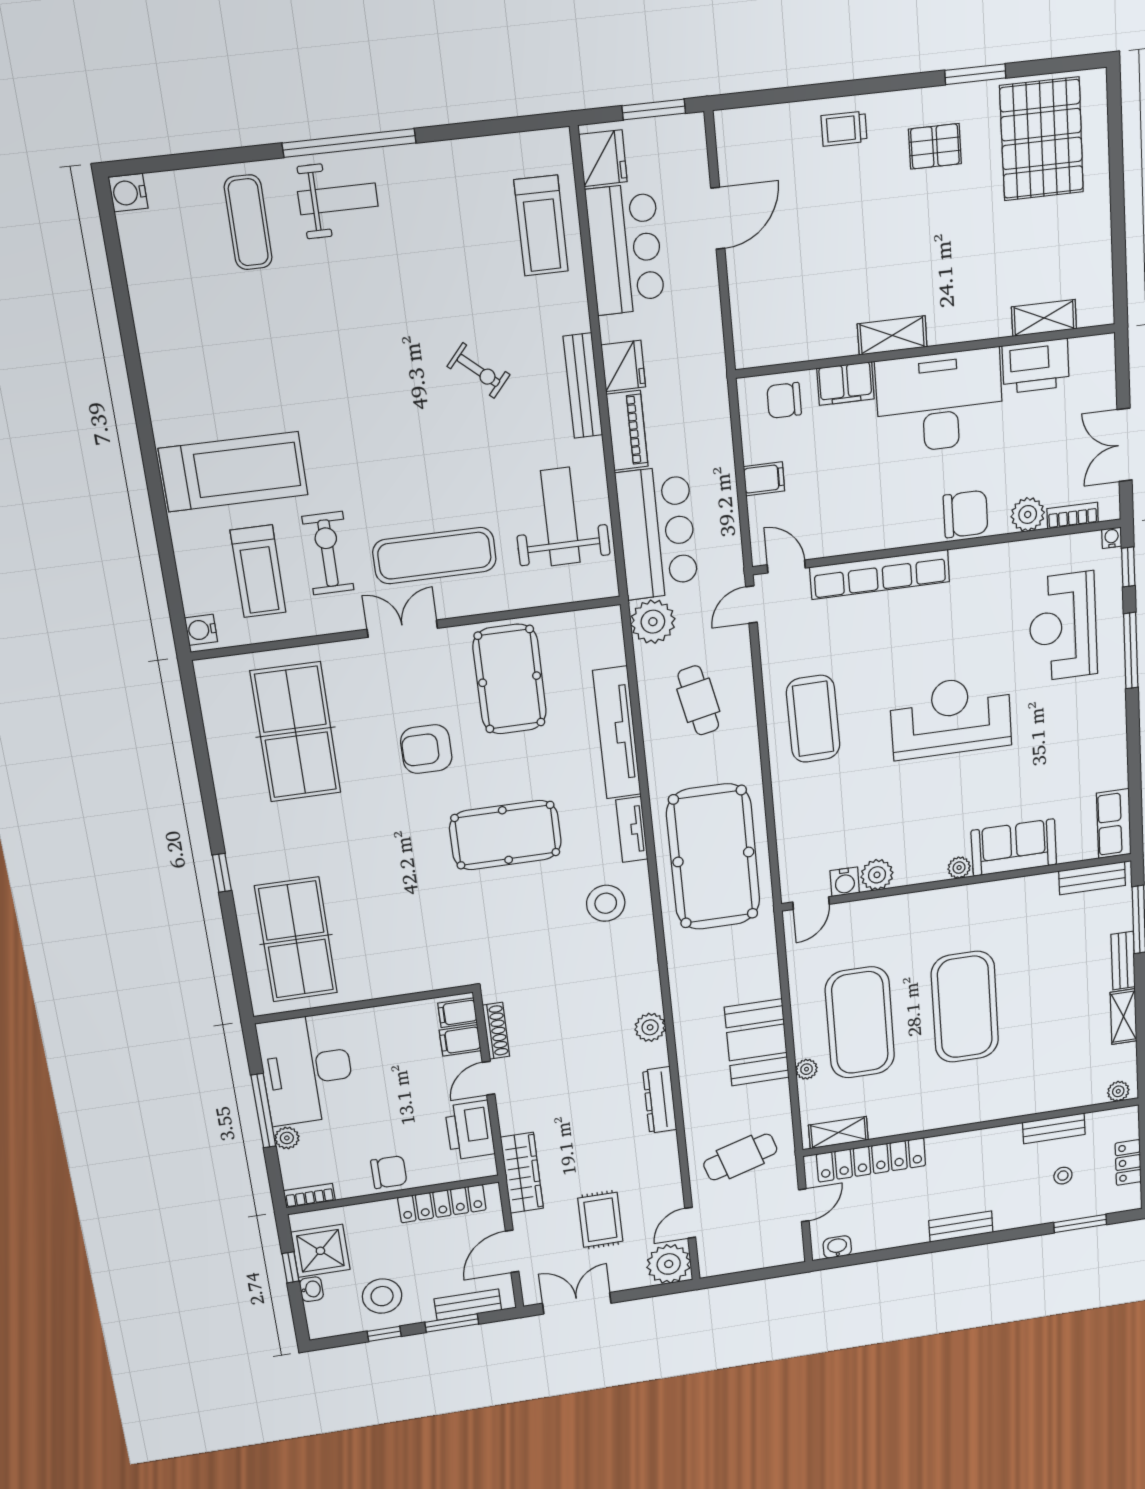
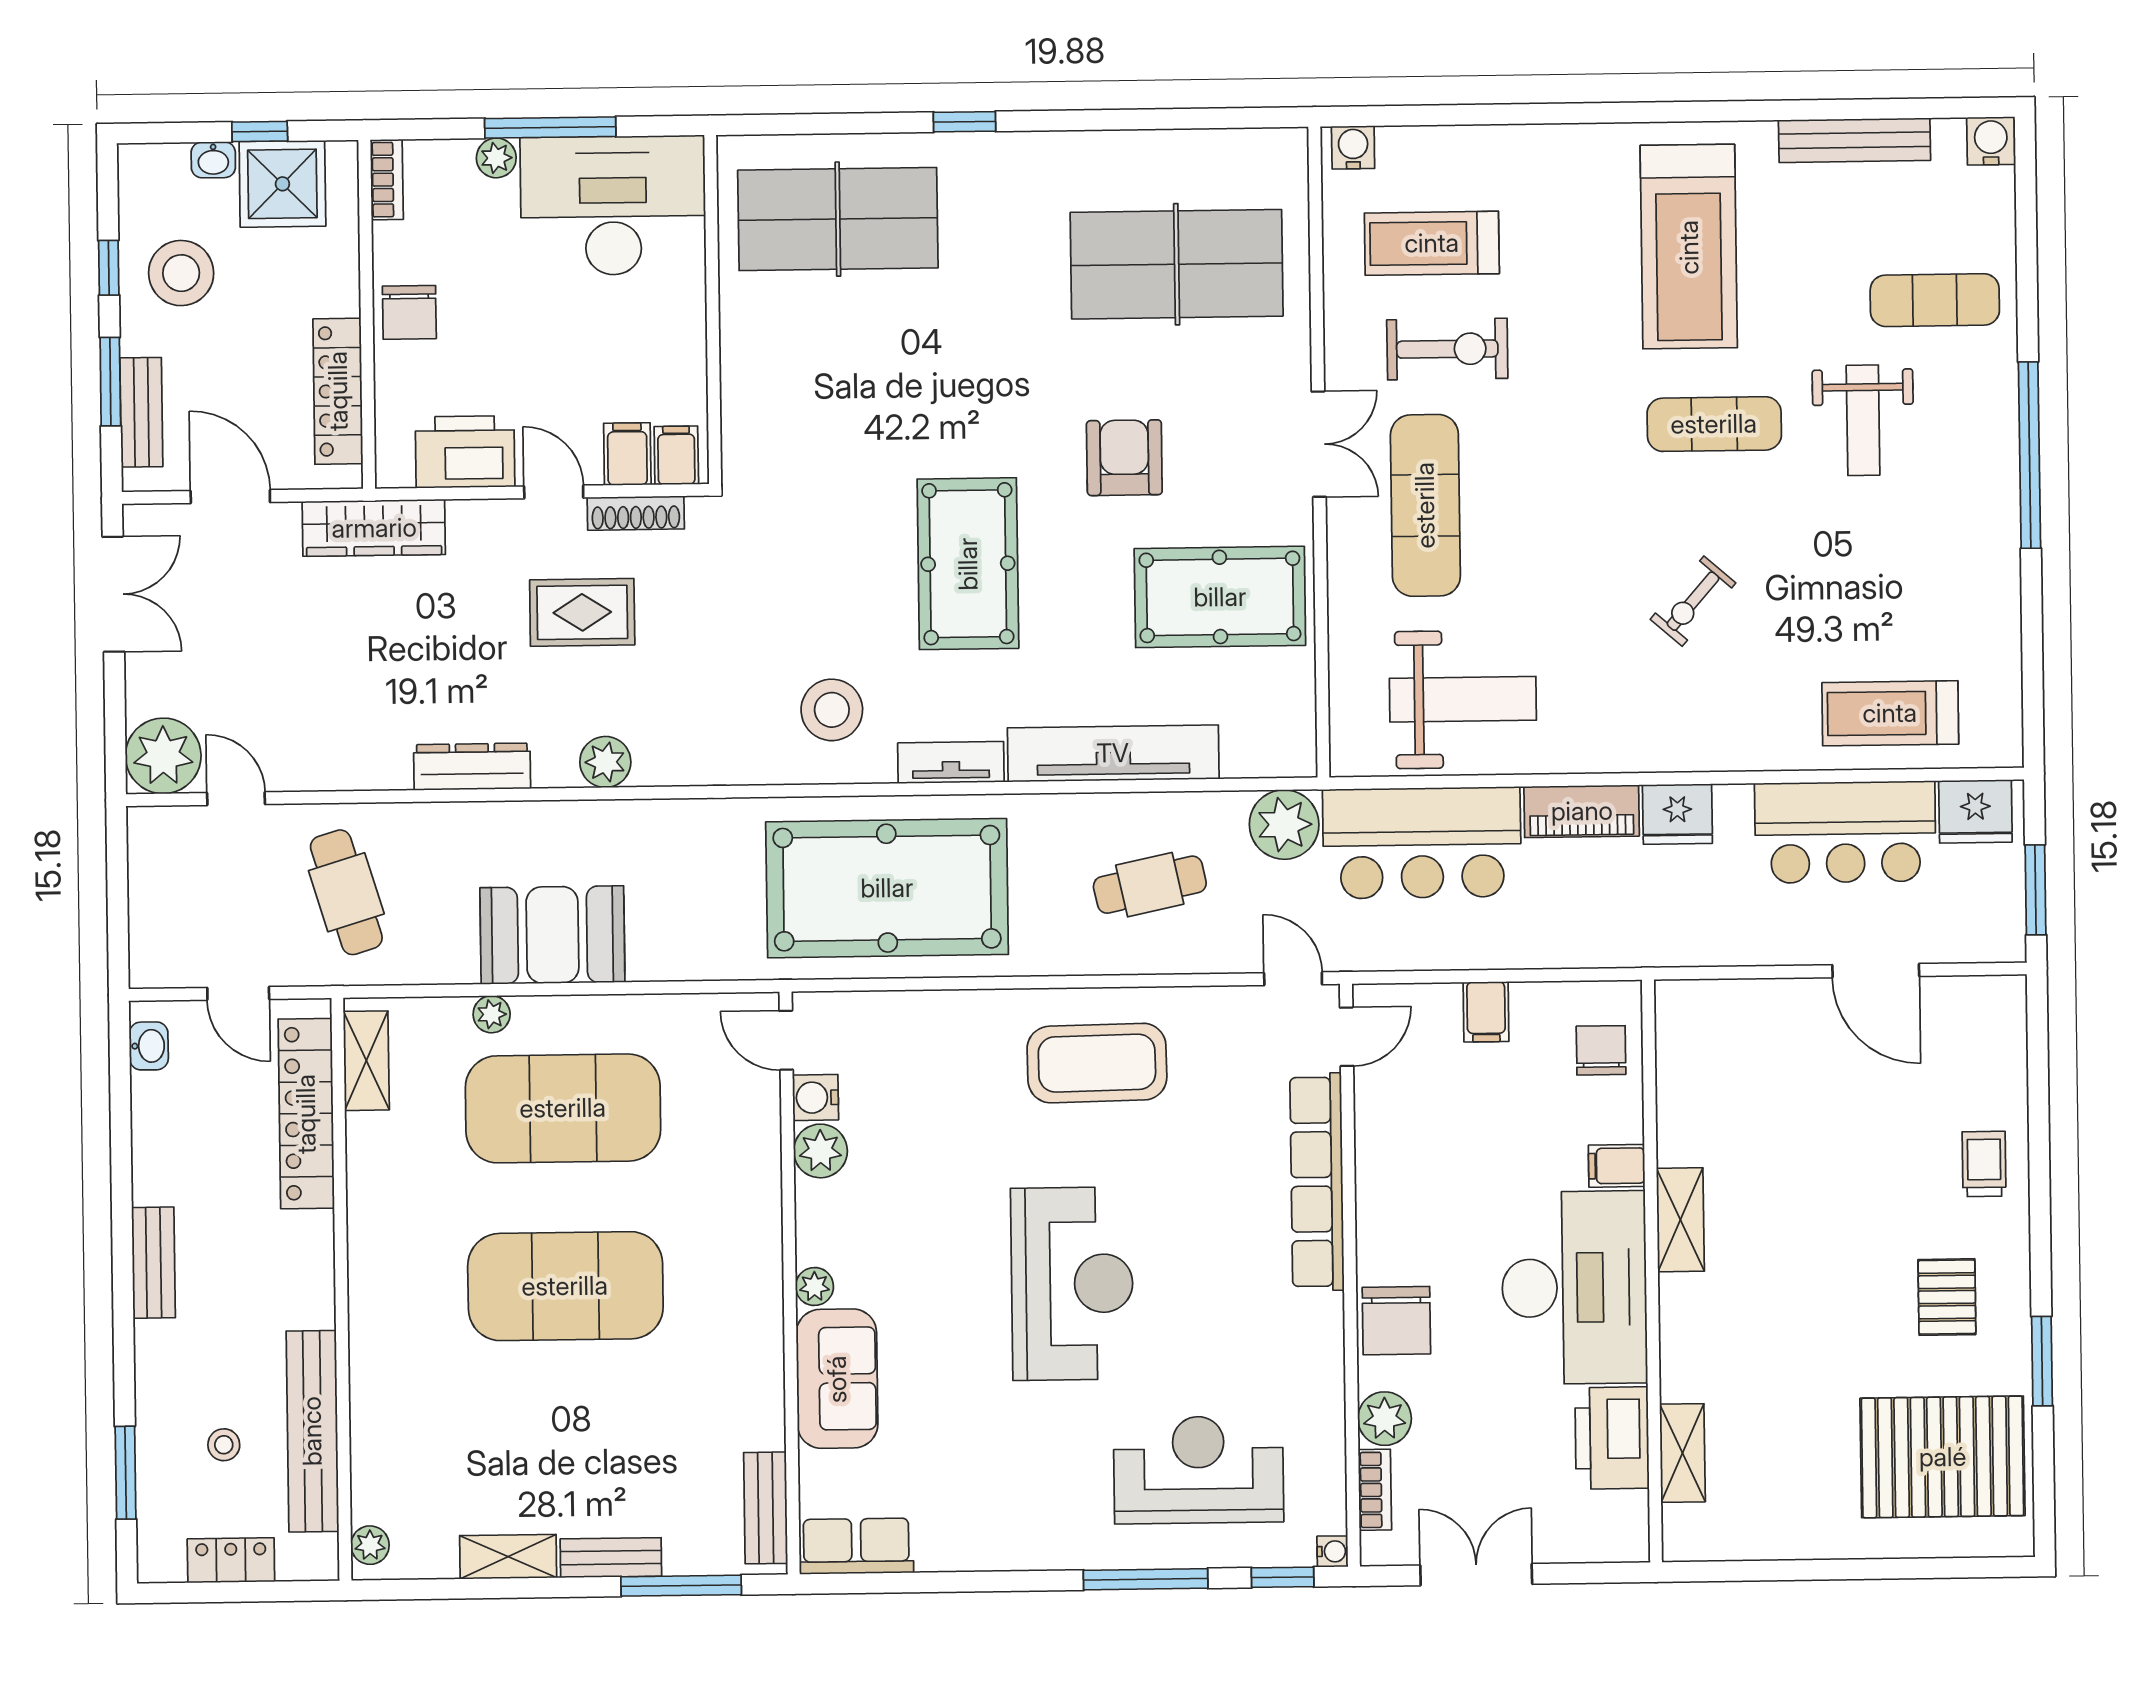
weight bench: (338, 199) -> (1863, 420), moved
exercise mat: (356, 369) -> (1714, 424), added
filing cabinet: (845, 384) -> (1617, 1166), width x0.50
bench: (583, 386) -> (1855, 140), moved
treadmill: (233, 472) -> (1689, 247), moved
bench: (1054, 1128) -> (312, 1431), width x1.86, depth x1.21
rug: (600, 1220) -> (582, 612), moved

